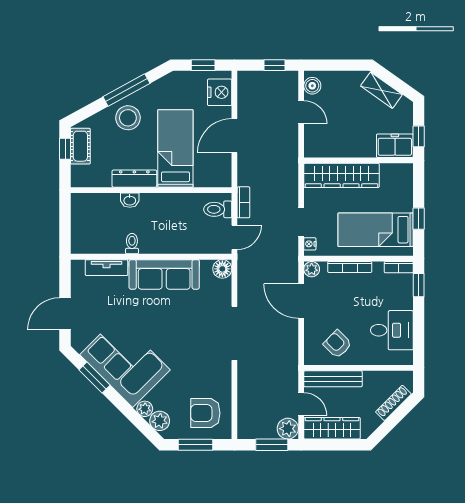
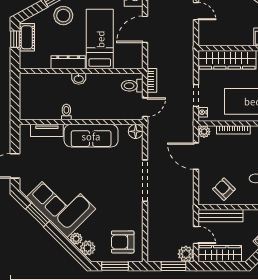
washbasin: (130, 200) -> (79, 79), moved

